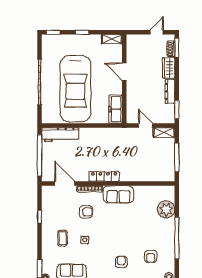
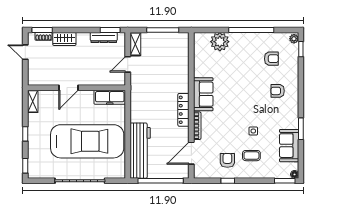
dresser: (170, 91) -> (104, 37), moved
workbench: (60, 135) -> (140, 151), width x1.36, depth x1.32
armchair: (86, 212) -> (227, 160), moved

